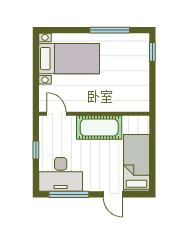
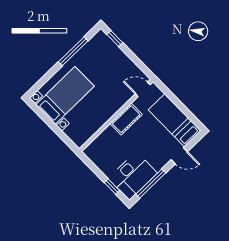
door: (56, 114) -> (143, 89), moved
cot: (99, 128) -> (126, 119), width x0.73, depth x0.75
window: (36, 150) -> (112, 186), moved

